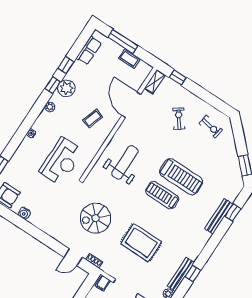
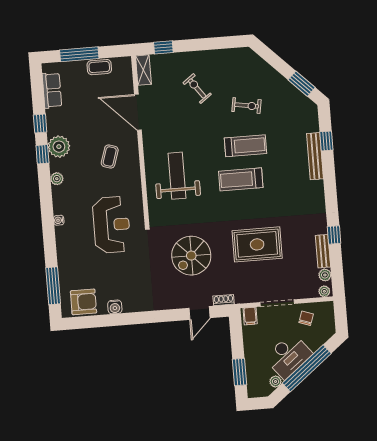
exercise bike: (211, 127) -> (246, 106), moved
treadmill: (181, 177) -> (246, 146), width x0.73, depth x0.73
bench: (181, 274) -> (323, 251), width x0.73

